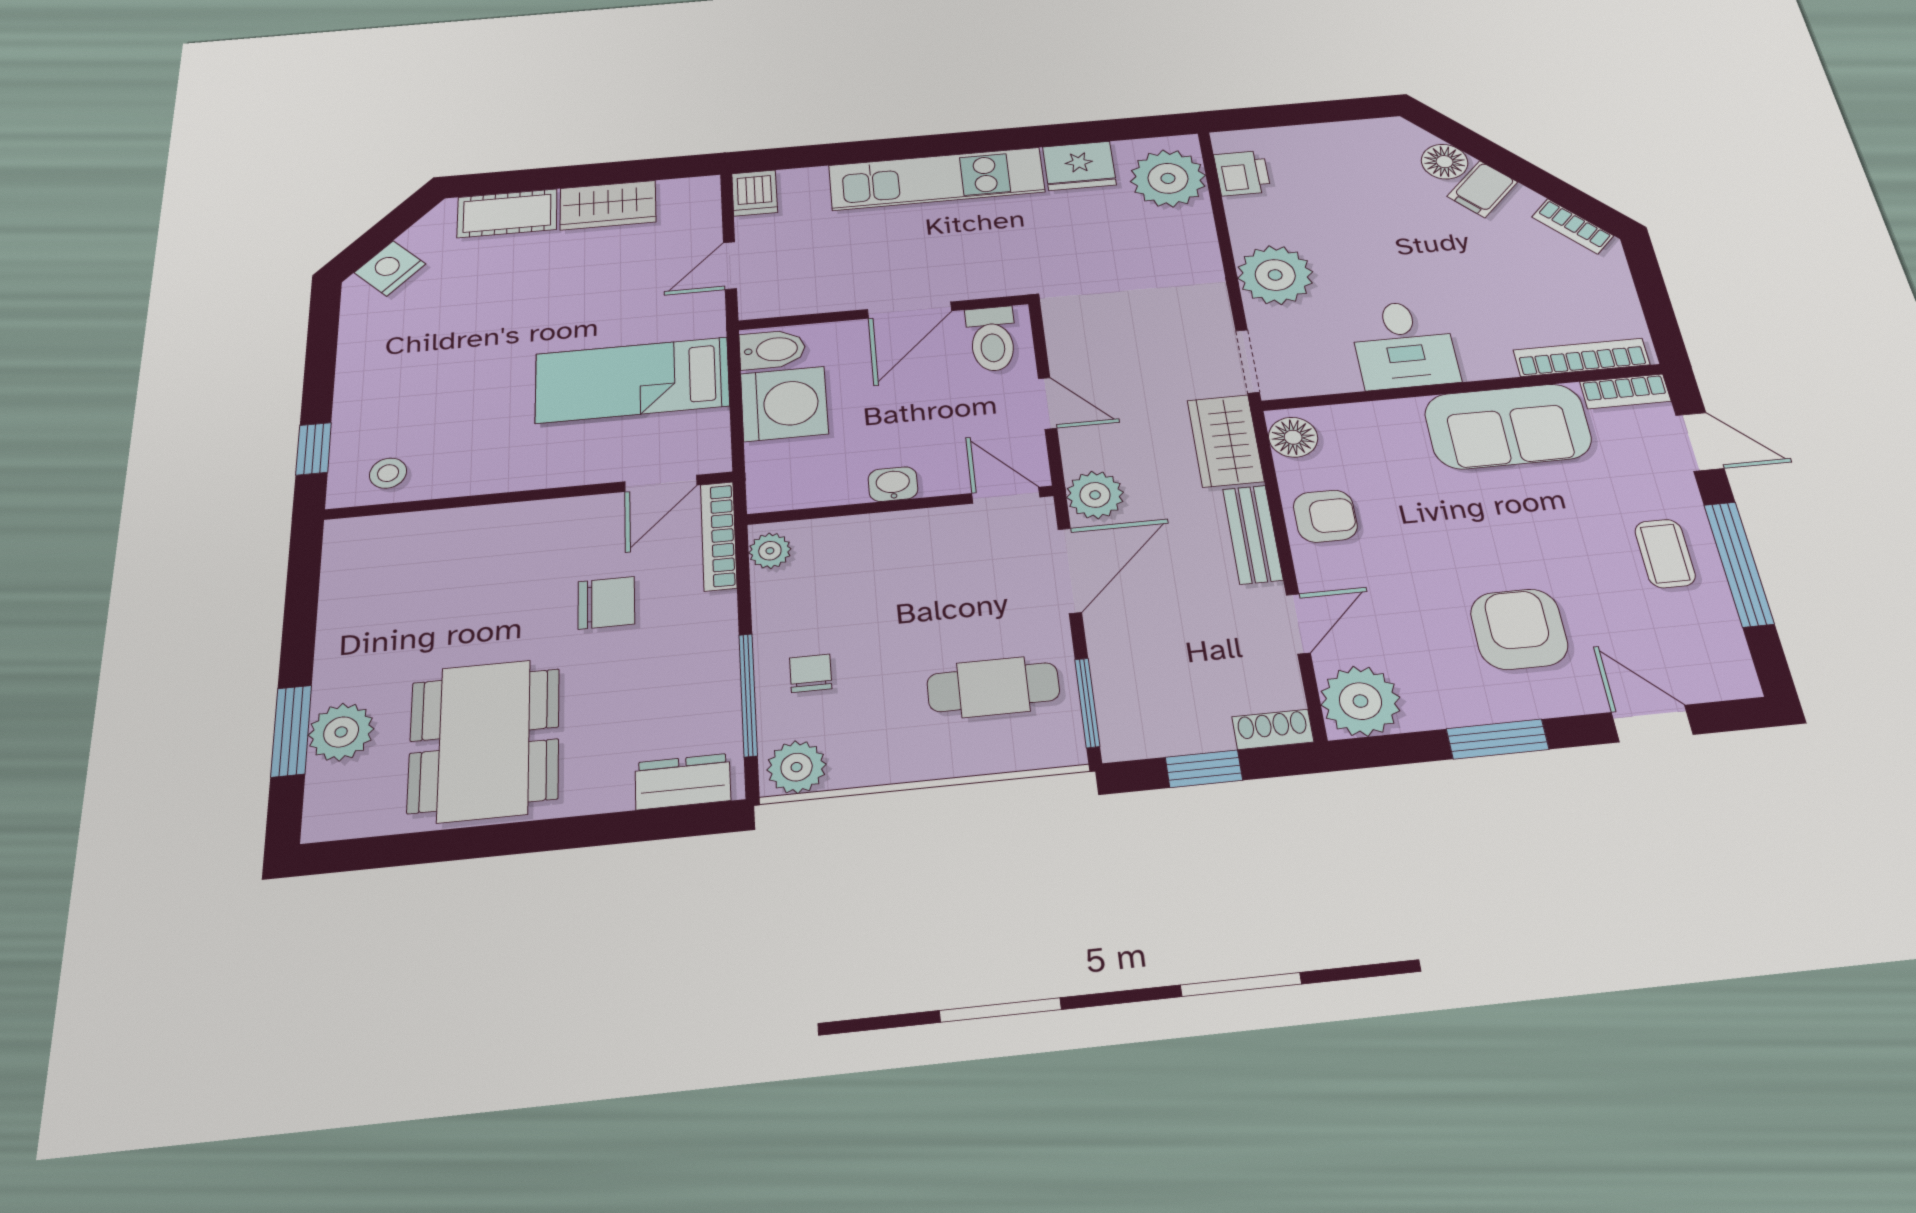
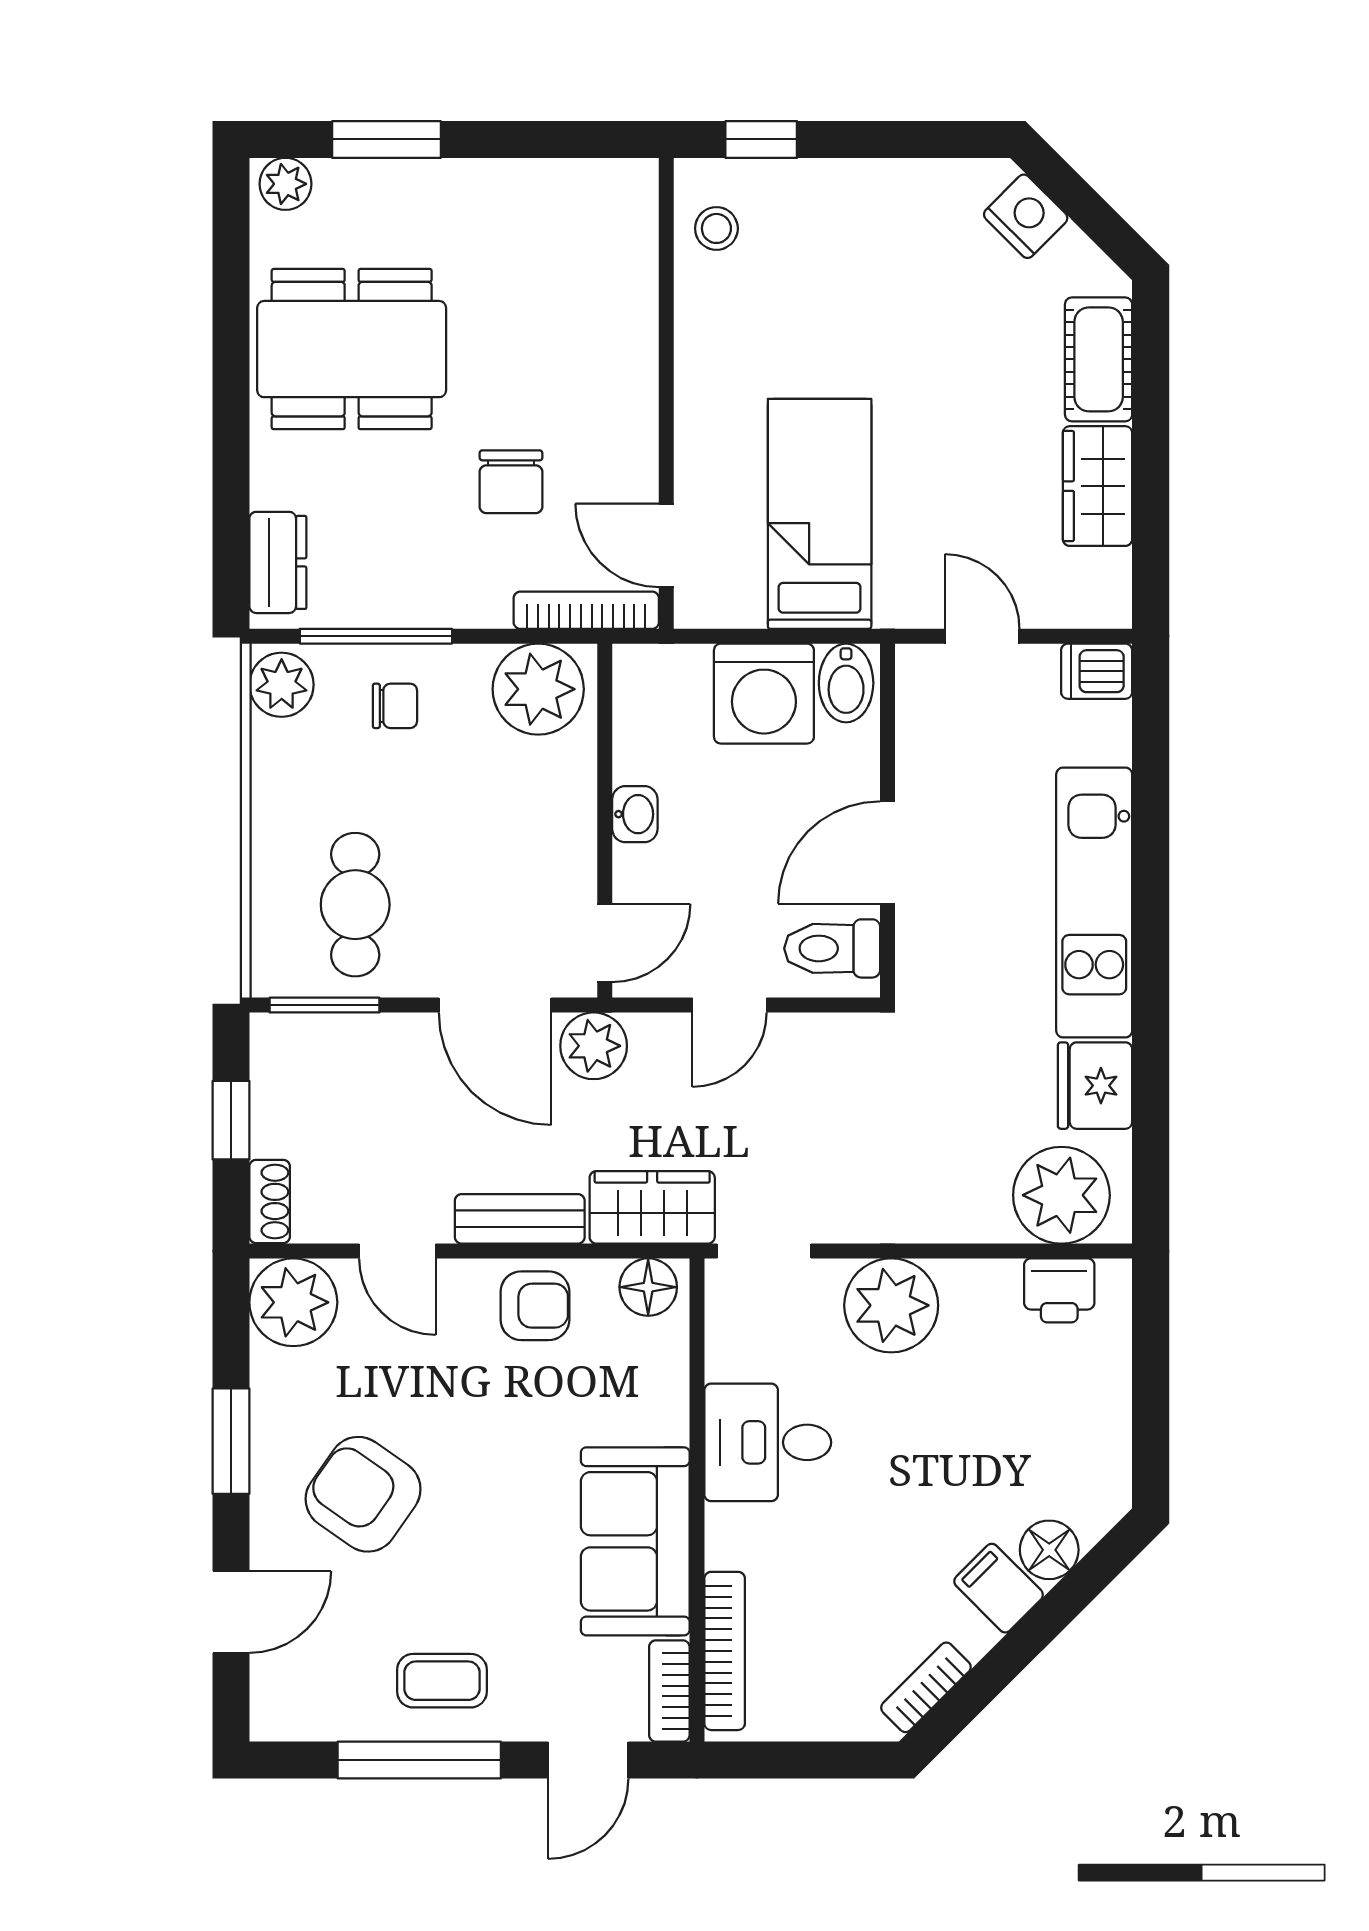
door: (910, 310) -> (888, 853), hinge flipped
armchair: (1325, 516) -> (535, 1306), turned -90
plant: (770, 551) -> (538, 689), width x1.87, depth x1.87
armchair: (1519, 629) -> (363, 1494), turned -145
plant: (341, 732) -> (286, 184), moved, width x0.73, depth x0.73

